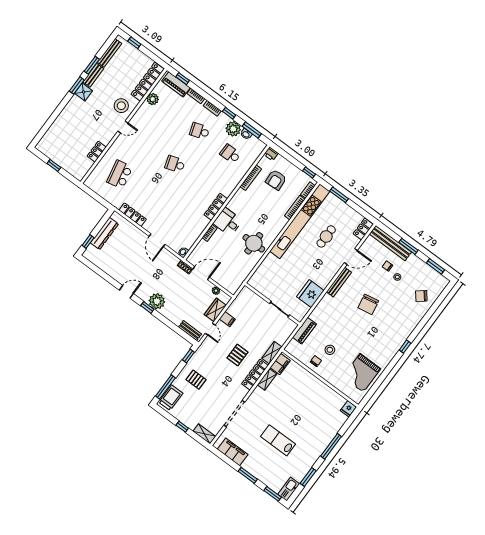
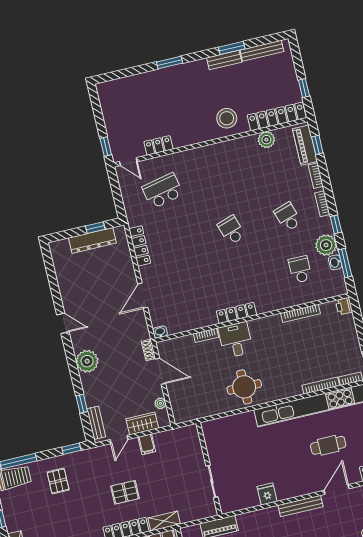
window: (134, 43) -> (304, 88), moved
window: (77, 85) -> (170, 63), moved
shower: (83, 92) -> (199, 69), removed
door: (123, 127) -> (128, 162), moved
window: (54, 165) -> (106, 146), moved
armchair: (276, 180) -> (326, 339), removed
window: (88, 241) -> (95, 228), moved
door: (351, 257) -> (337, 489), swing flipped
fridge: (310, 294) -> (267, 494), width x0.53, depth x0.75
window: (147, 307) -> (82, 404), moved

